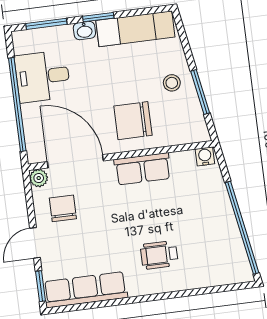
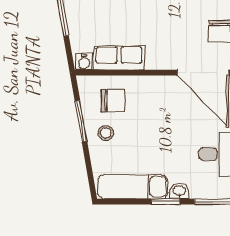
chair: (133, 121) -> (113, 100), moved, width x0.73, depth x0.73
row of seats: (143, 169) -> (119, 58), moved

